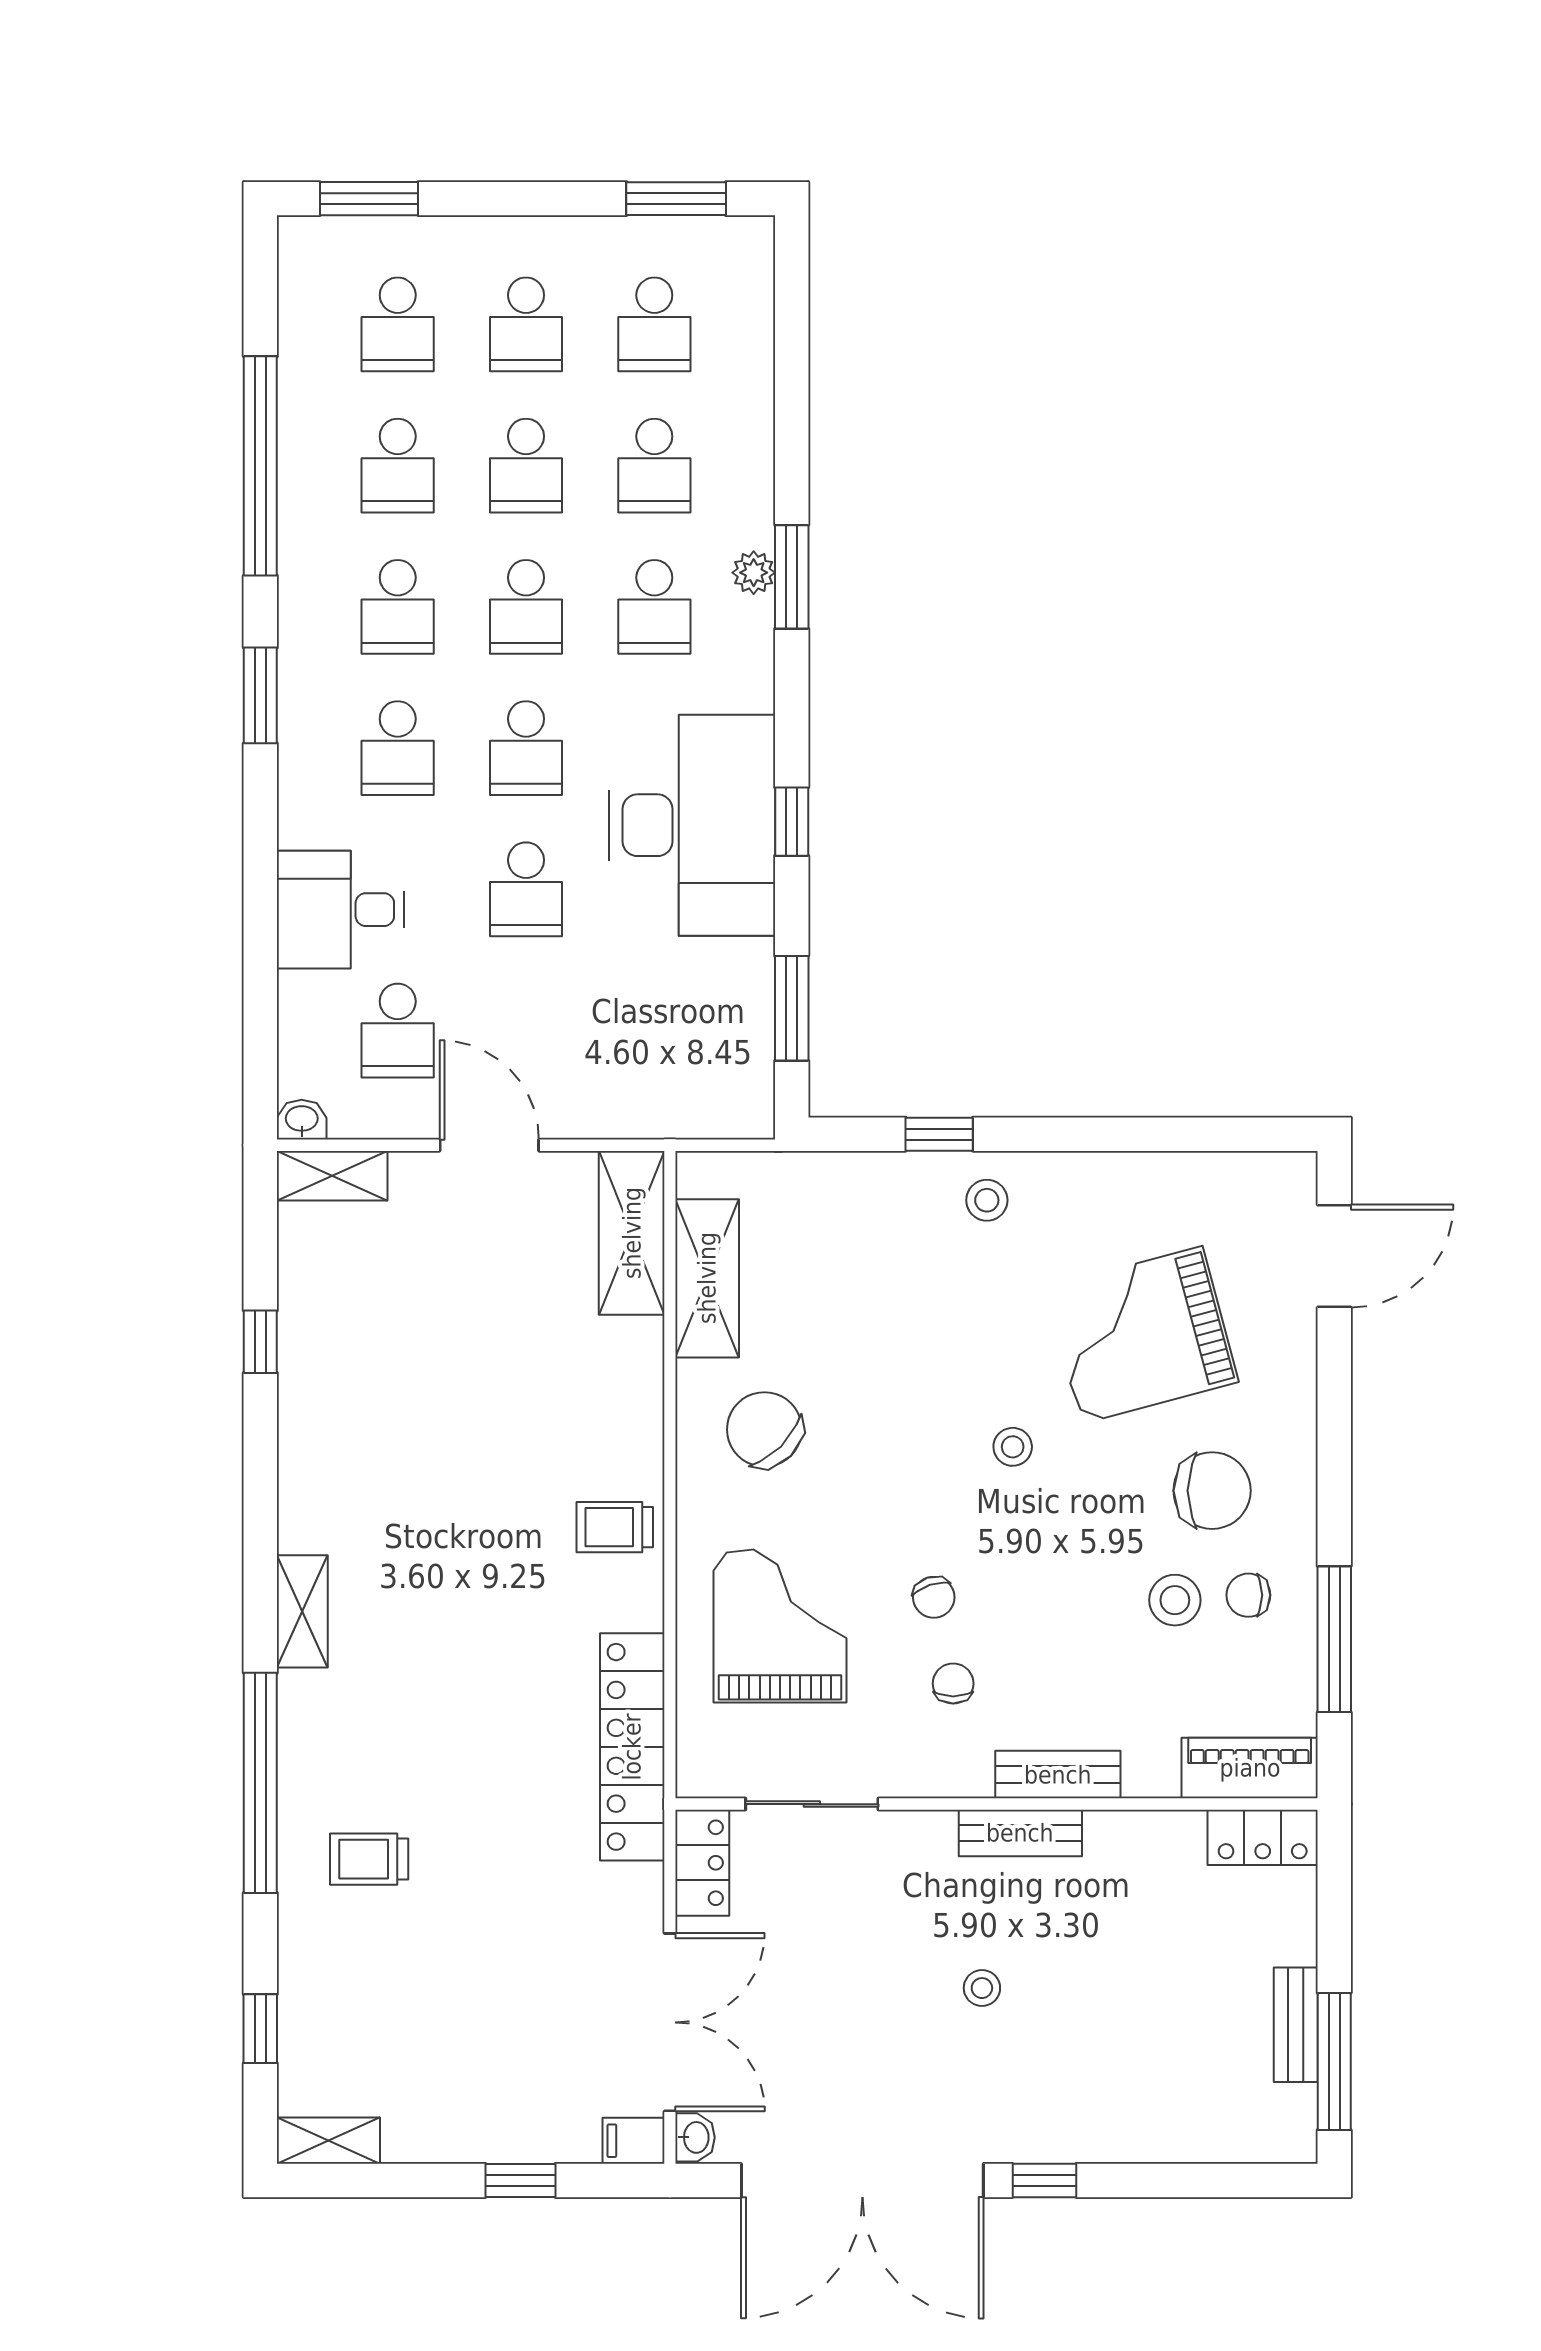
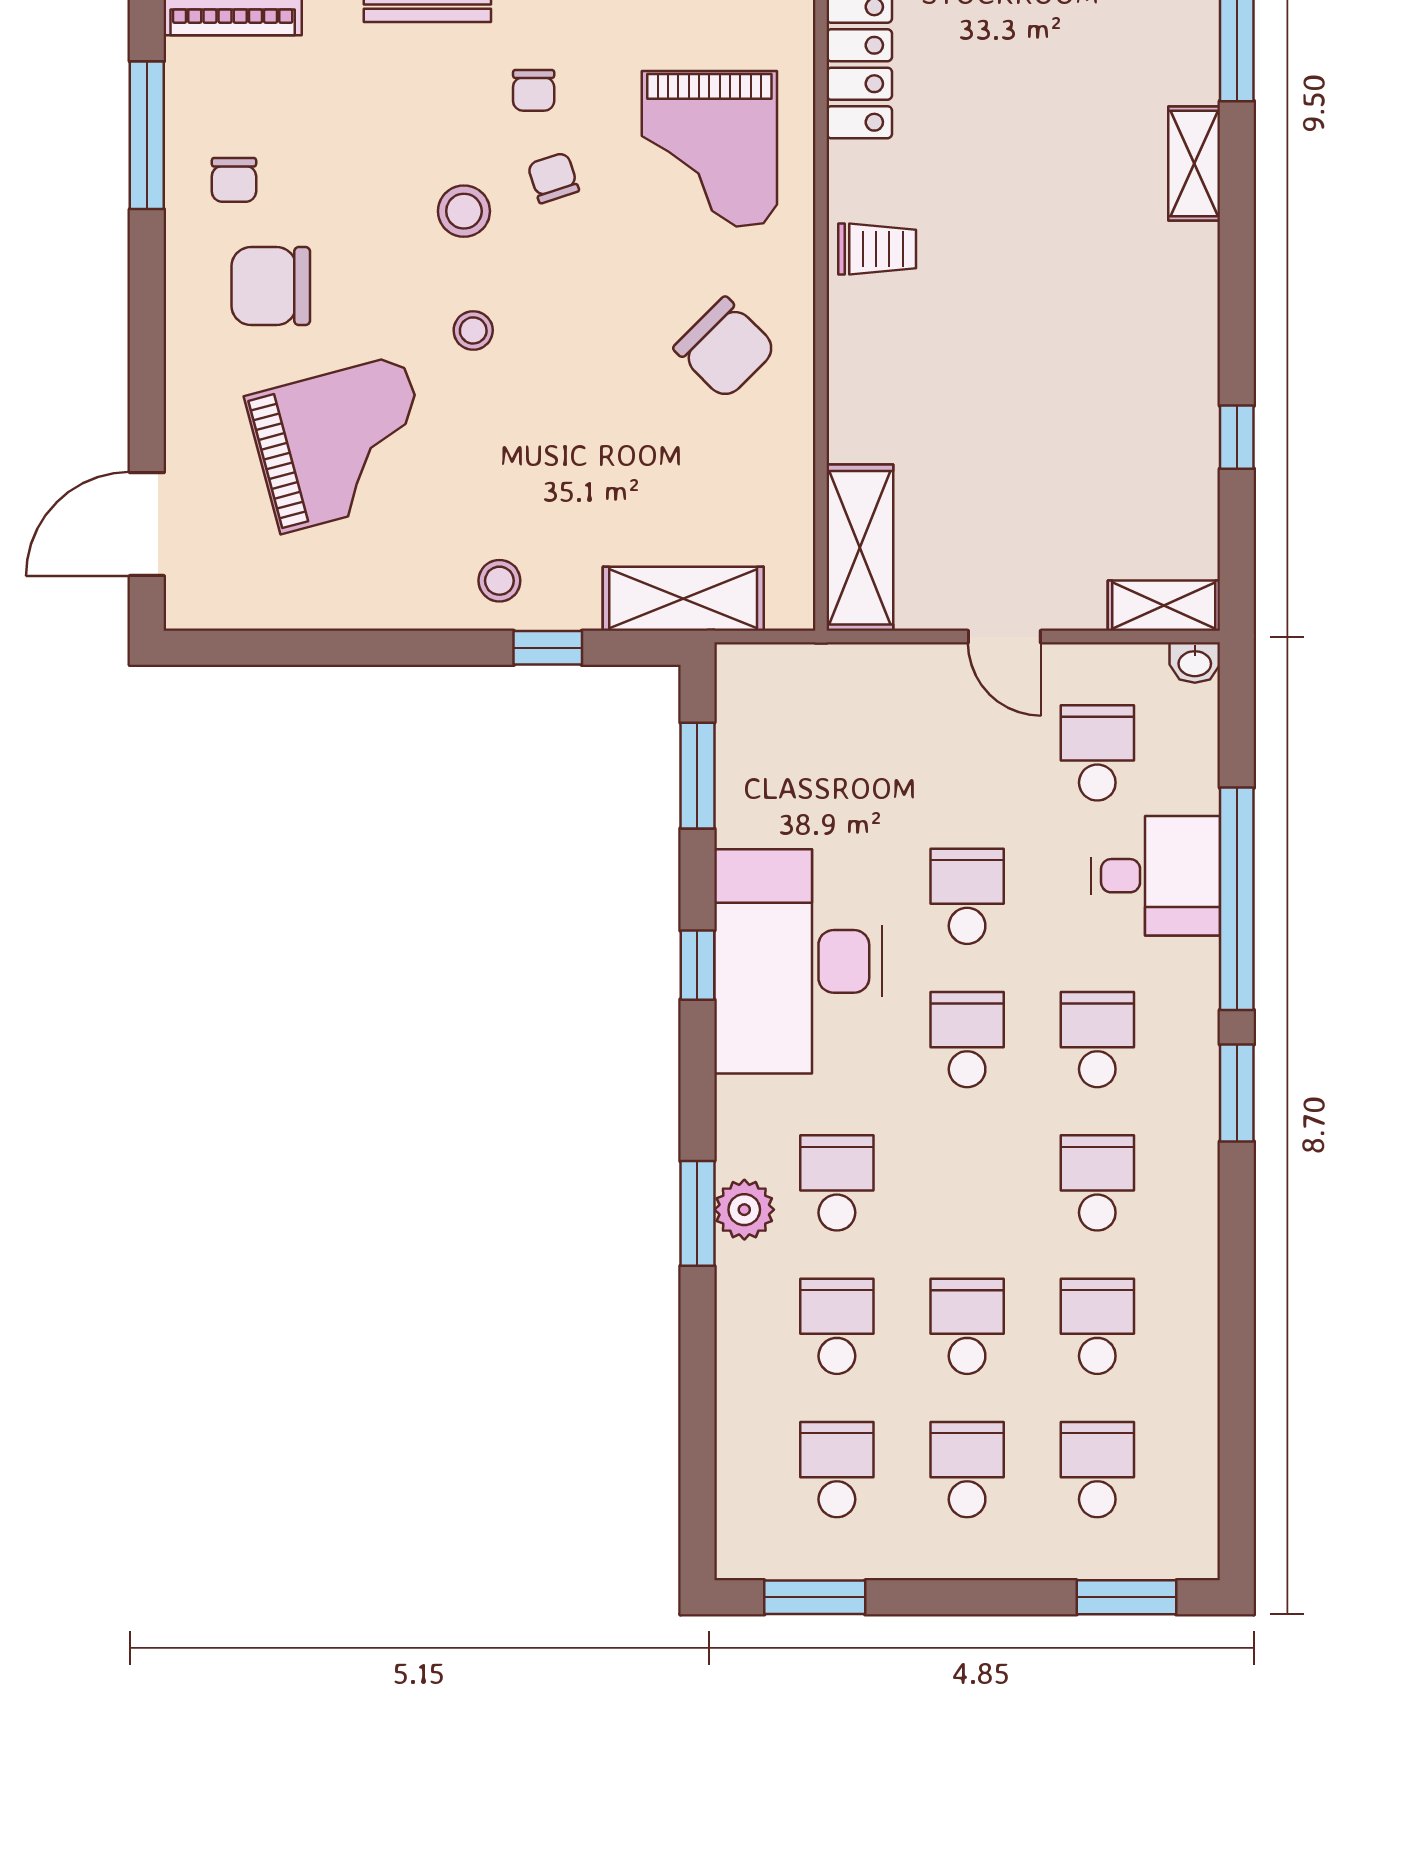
window: (260, 466) -> (1237, 899), moved
plant: (754, 573) -> (744, 1210), width x1.38, depth x1.38
school desk: (526, 607) -> (967, 1183), removed
door: (489, 1145) -> (1004, 637), width x0.73
shelving: (707, 1278) -> (683, 599), moved, turned 90
chair: (1248, 1595) -> (234, 180), turned 90
stool: (1175, 1600) -> (464, 211), moved

